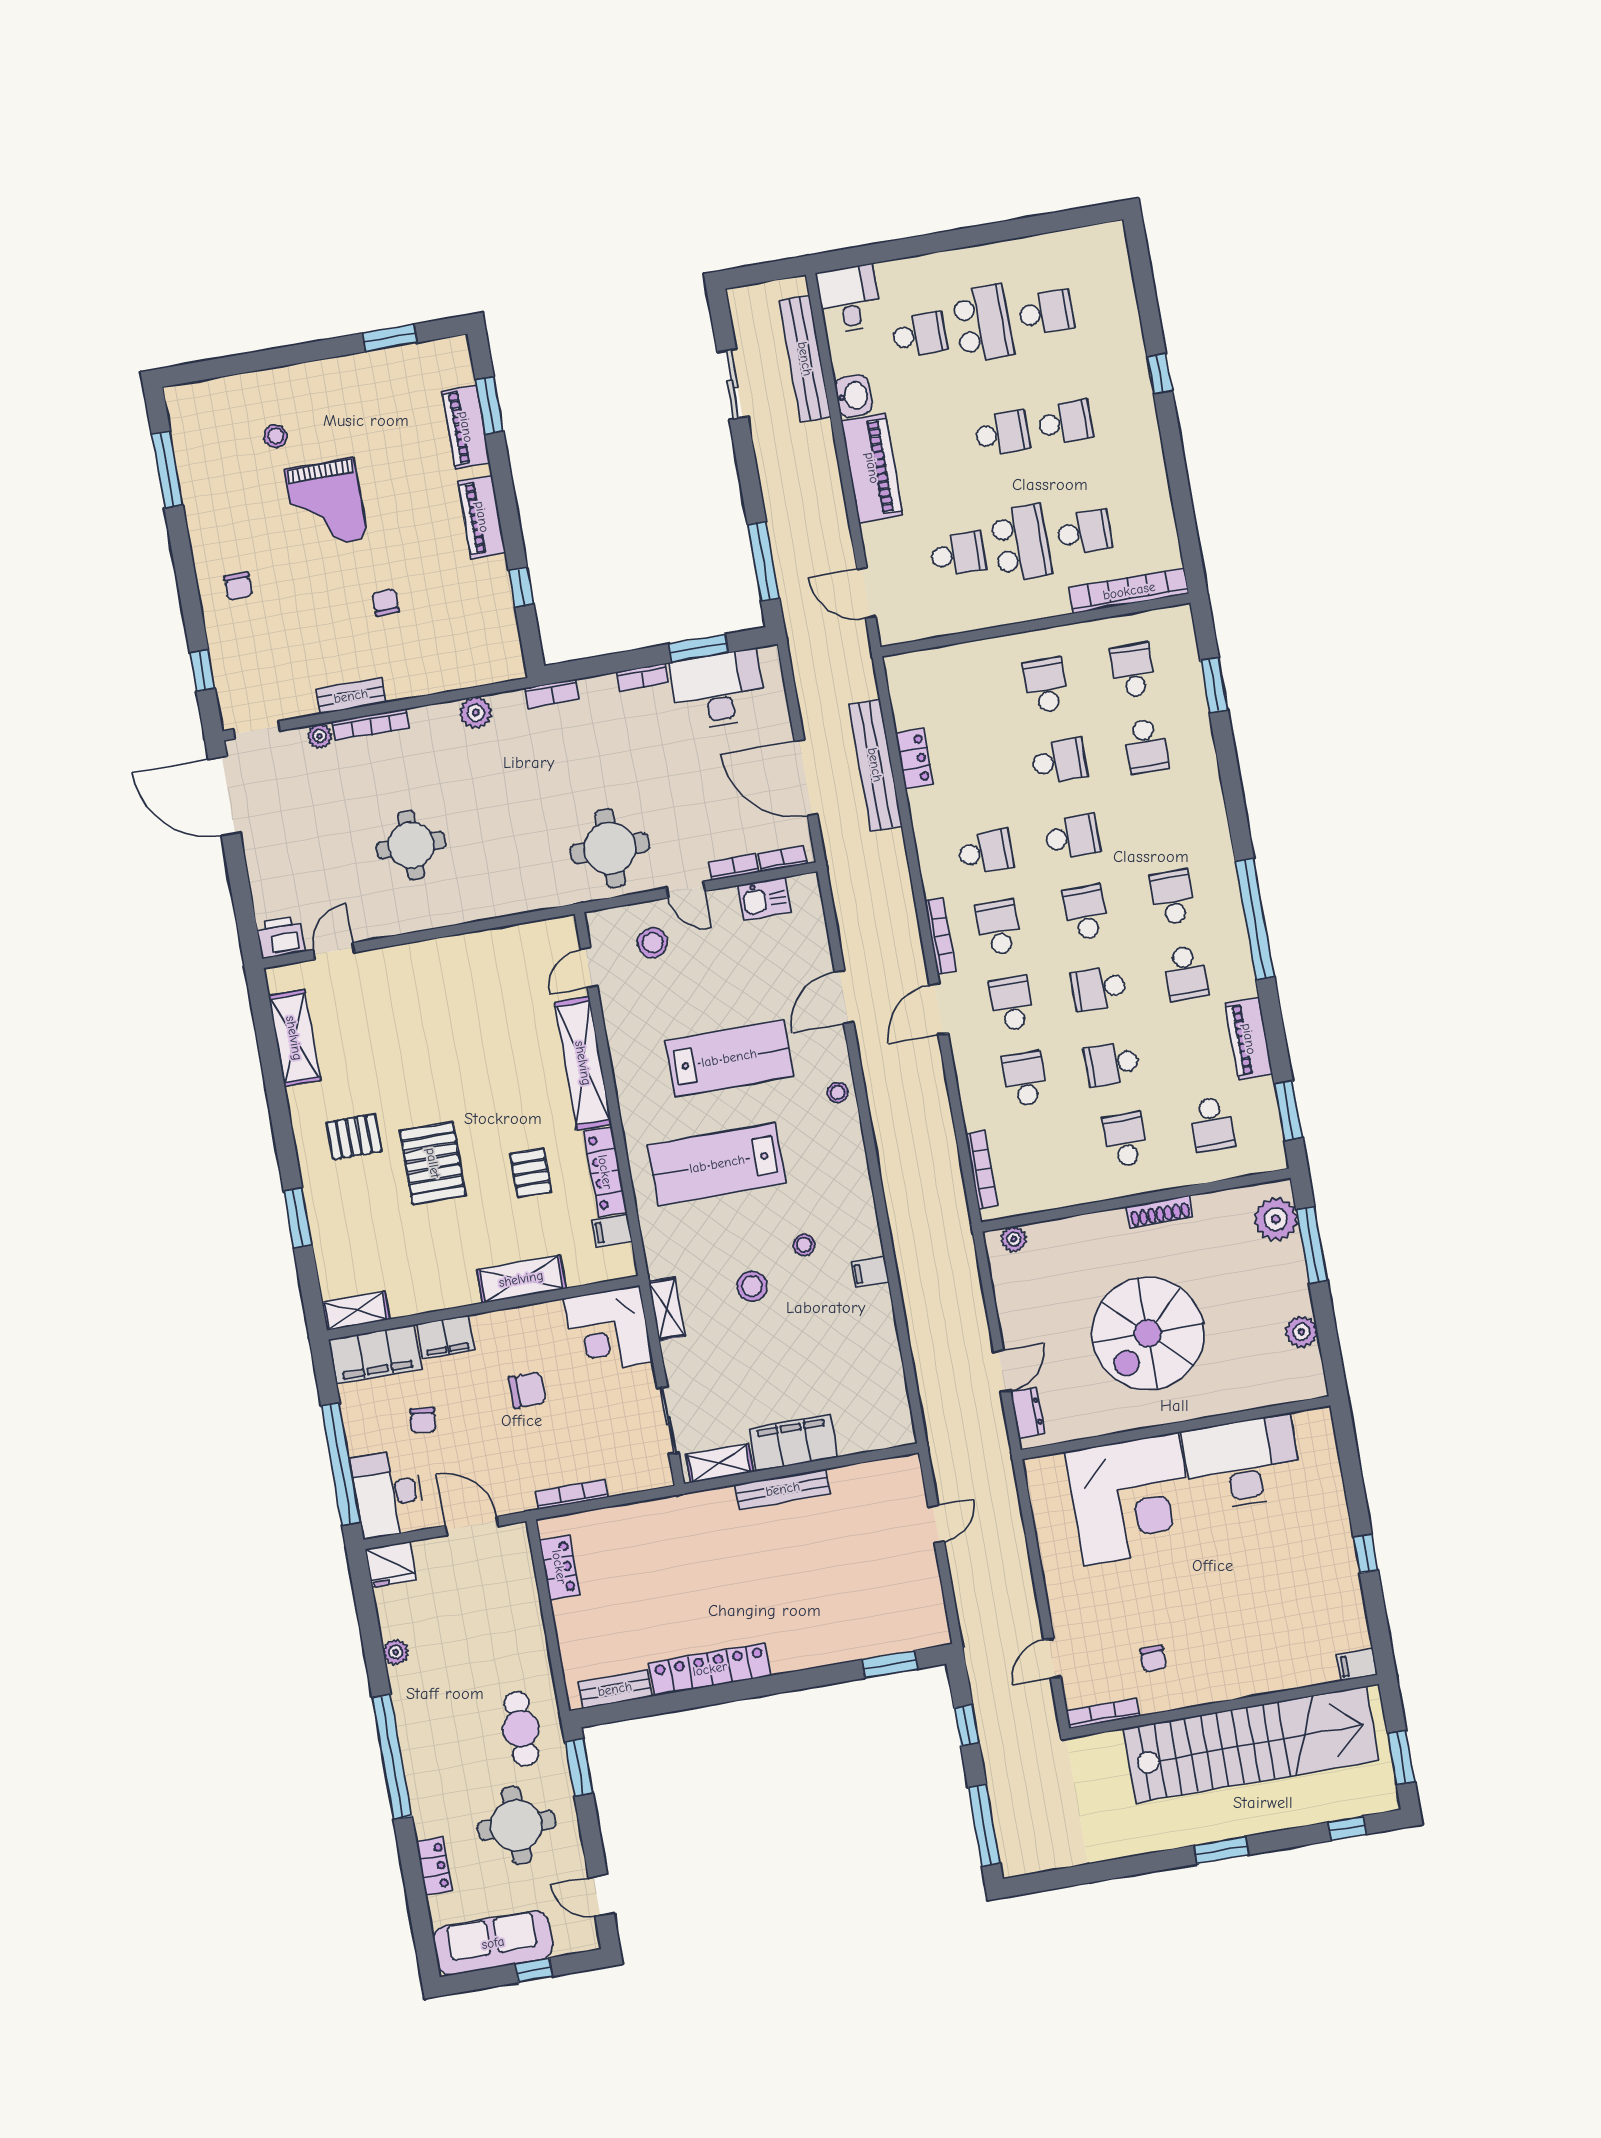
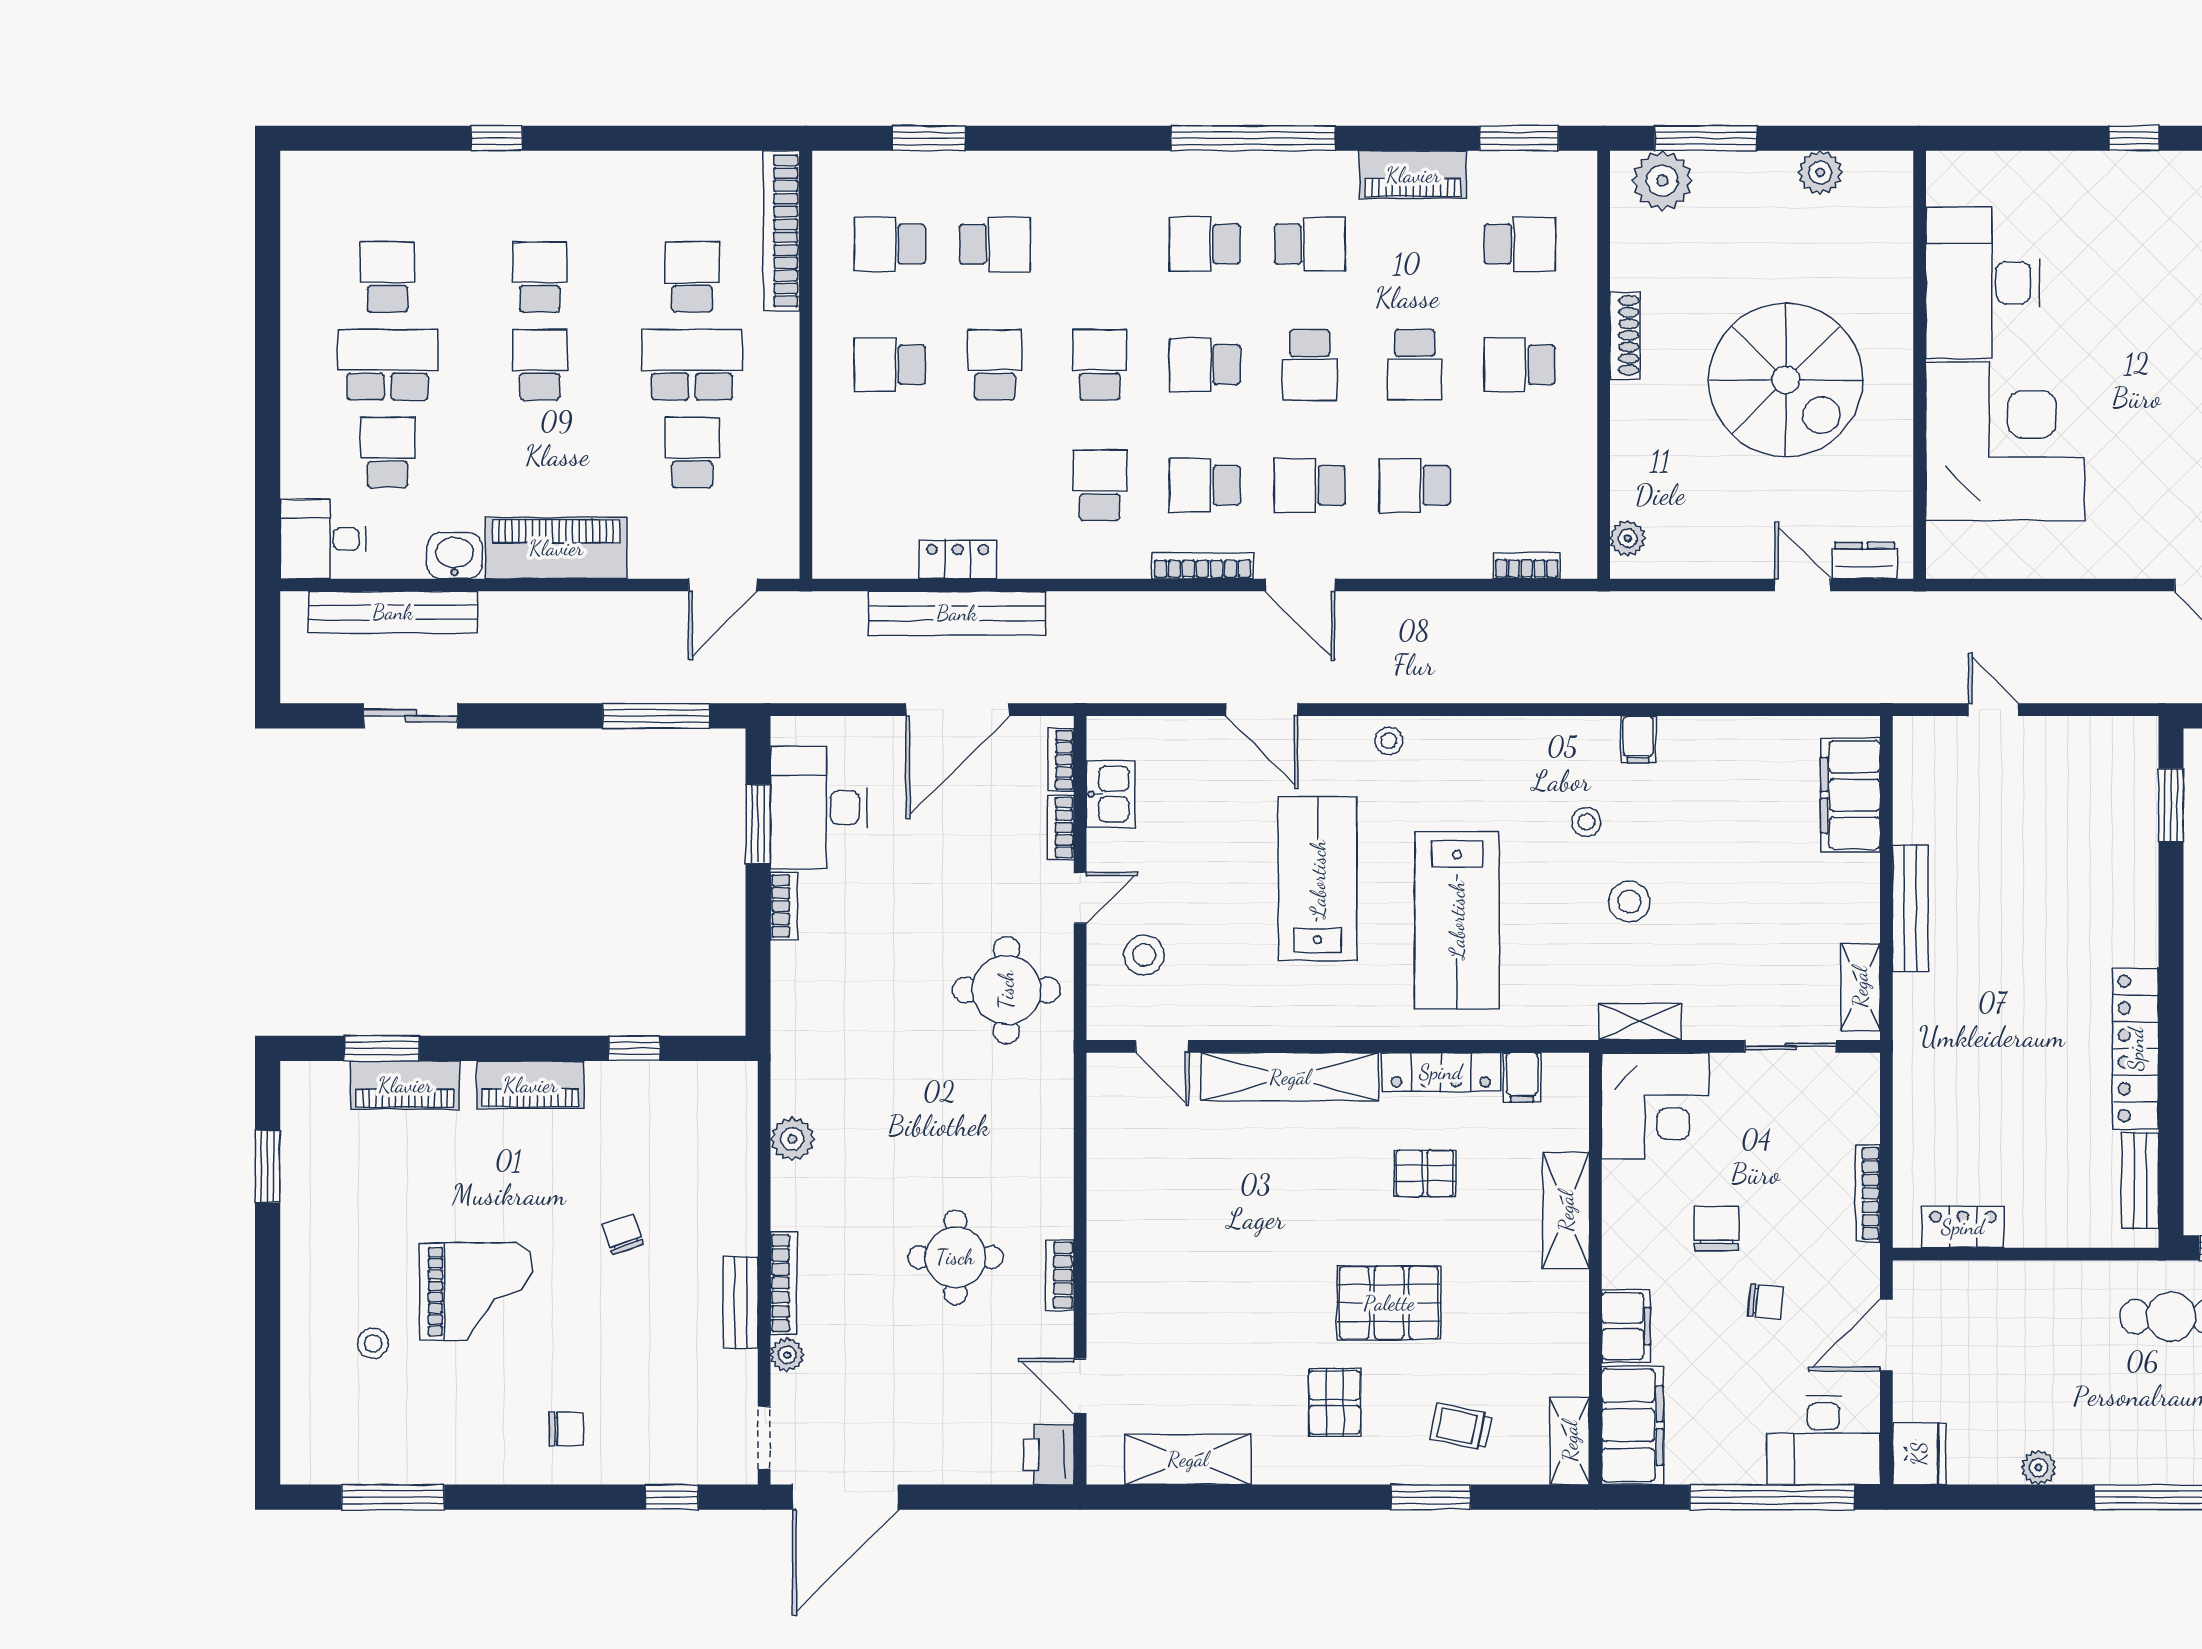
chair: (386, 603) -> (623, 1234), turned 71
bookcase: (552, 694) -> (1060, 1275), moved, turned 180
bookcase: (981, 1170) -> (1527, 565), width x0.64
trolley: (352, 1231) -> (1461, 1427), added
chair: (423, 1420) -> (1766, 1302), moved
filing cabinet: (793, 1443) -> (1850, 795), moved

